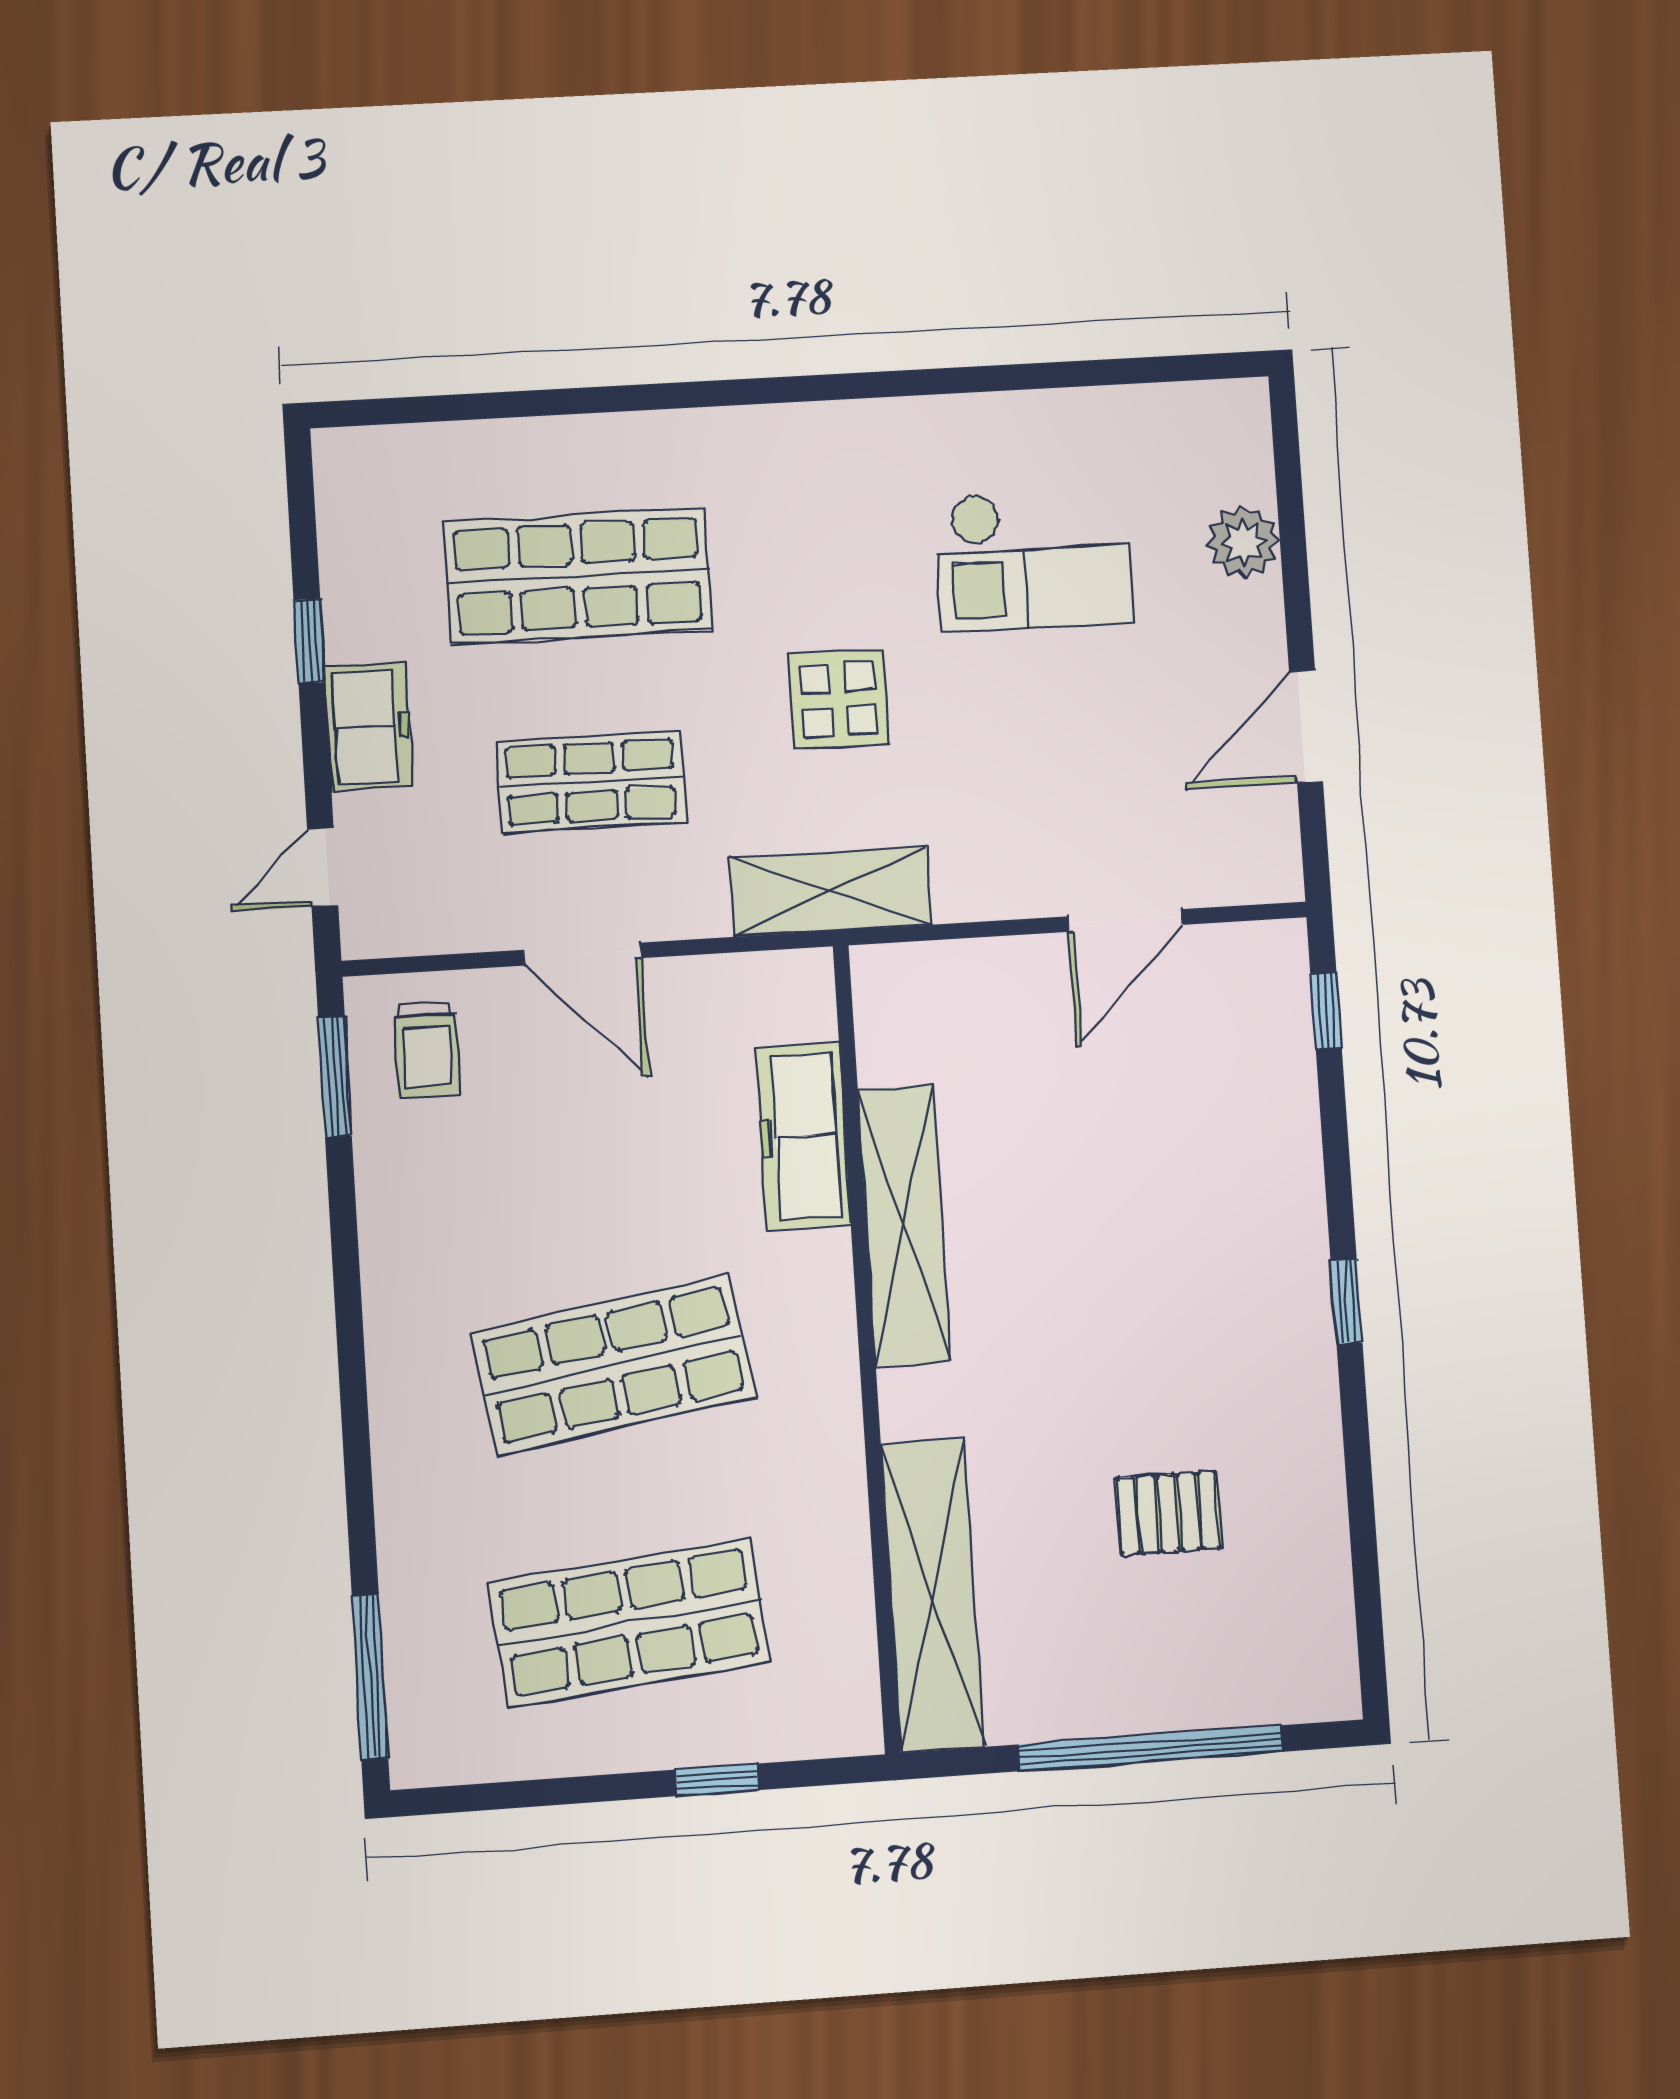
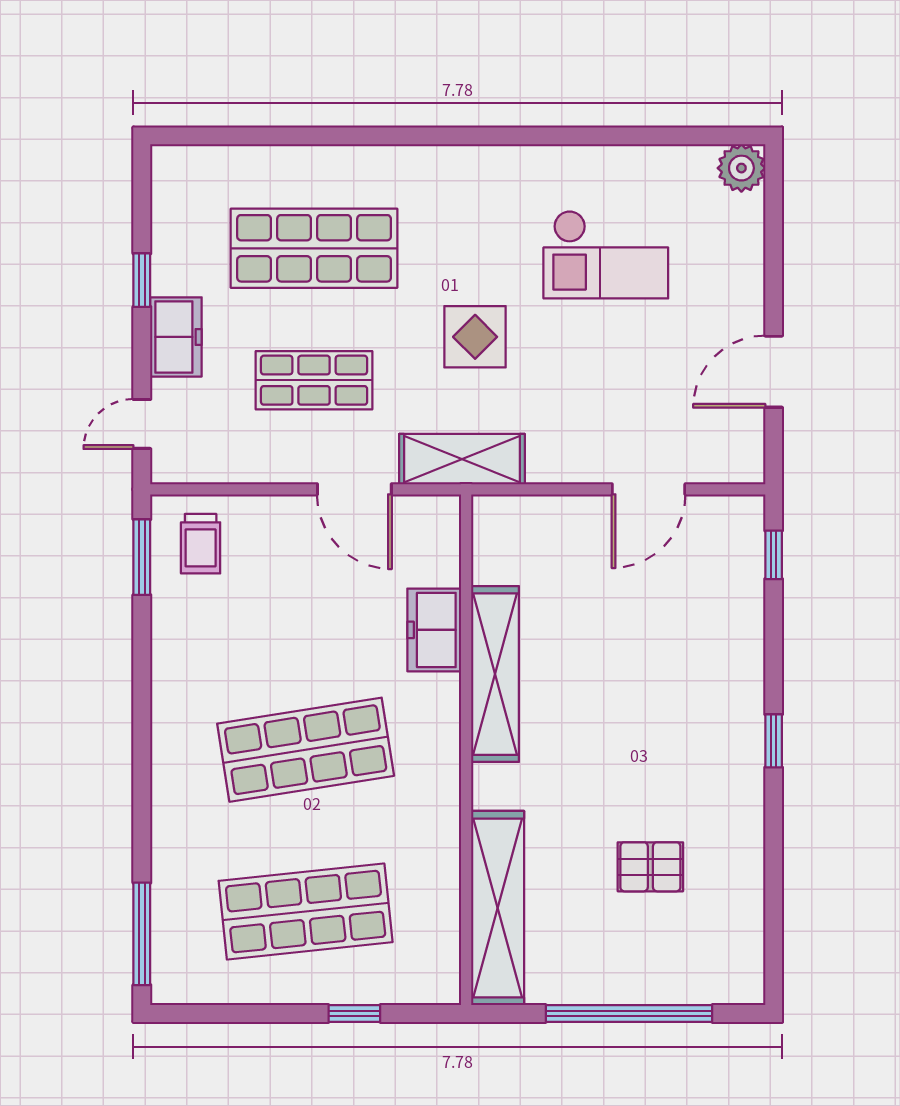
plant: (1243, 542) -> (741, 168), moved
door: (582, 954) -> (354, 489), moved
freezer: (803, 1136) -> (434, 630), width x0.71

